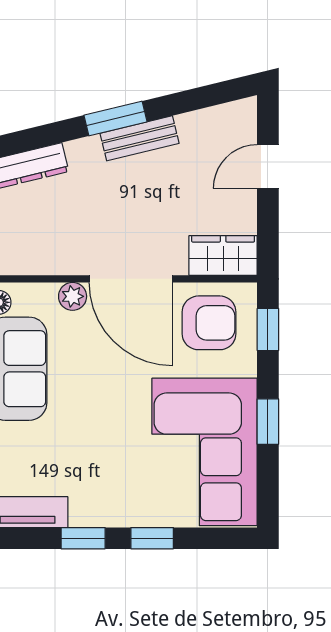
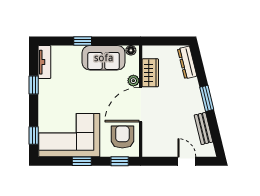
bench: (140, 138) -> (203, 128), moved
wardrobe: (223, 255) -> (150, 73), moved
armchair: (209, 323) -> (122, 137), turned 180
window: (152, 538) -> (34, 135), moved

